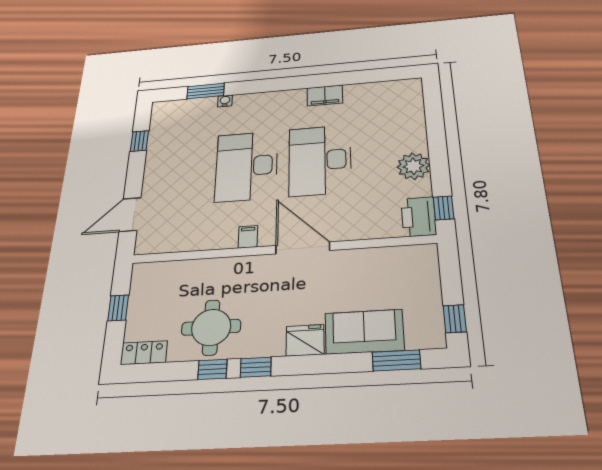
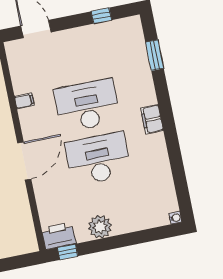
filing cabinet: (325, 95) -> (152, 119), moved
water cooler: (225, 101) -> (175, 218), moved
filing cabinet: (248, 237) -> (24, 101), moved

